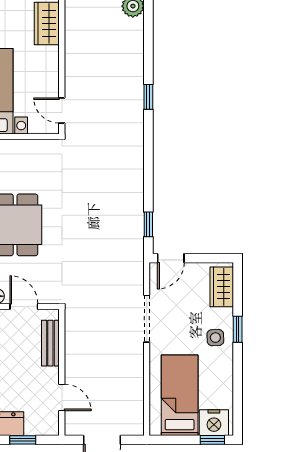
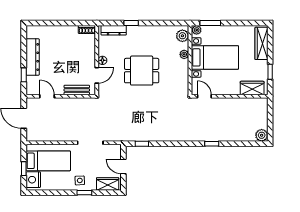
door: (62, 110) -> (204, 96), hinge flipped
door: (171, 258) -> (123, 166), moved
door: (62, 397) -> (47, 96), swing flipped
window: (212, 440) -> (24, 169), moved

